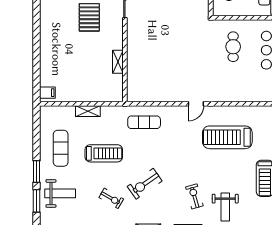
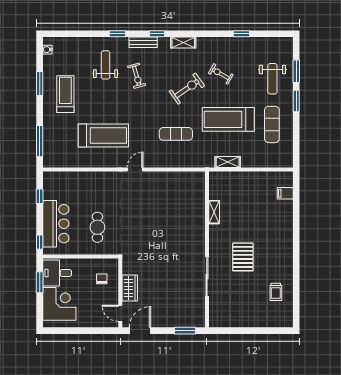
filing cabinet: (47, 93) -> (285, 193), moved
shelving: (88, 111) -> (228, 162), moved
exercise mat: (144, 122) -> (176, 134), moved
treadmill: (104, 153) -> (228, 119), width x1.37, depth x1.38
weight bench: (60, 193) -> (272, 79), turned -90

